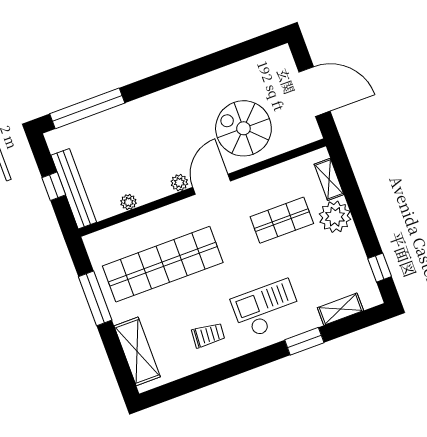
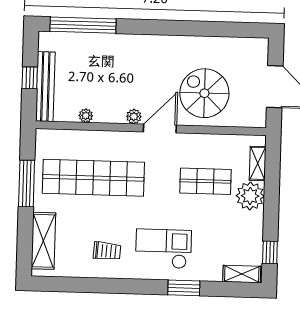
shelving: (340, 309) -> (242, 274), moved

